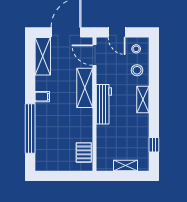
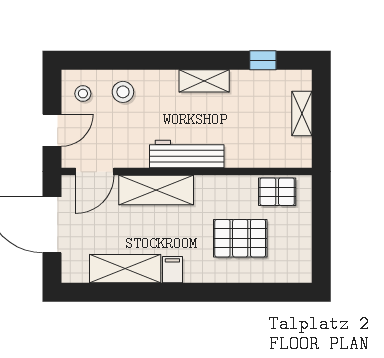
shelving: (43, 56) -> (125, 269), moved
shelving: (143, 99) -> (204, 81), moved
window: (30, 128) -> (232, 292), removed
pallet: (59, 133) -> (240, 238), added

